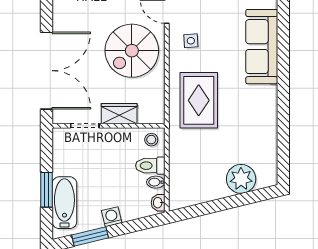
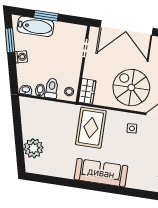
sofa: (262, 47) -> (101, 173), moved
rug: (199, 100) -> (91, 128), turned 90
wardrobe: (119, 114) -> (87, 91), moved

